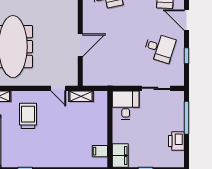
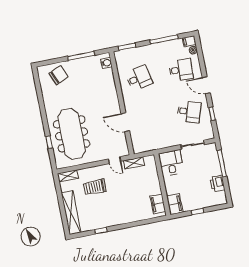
door: (80, 45) -> (125, 122), swing flipped
trolley: (28, 116) -> (95, 187), turned -90
filing cabinet: (100, 151) -> (158, 204), width x2.00

